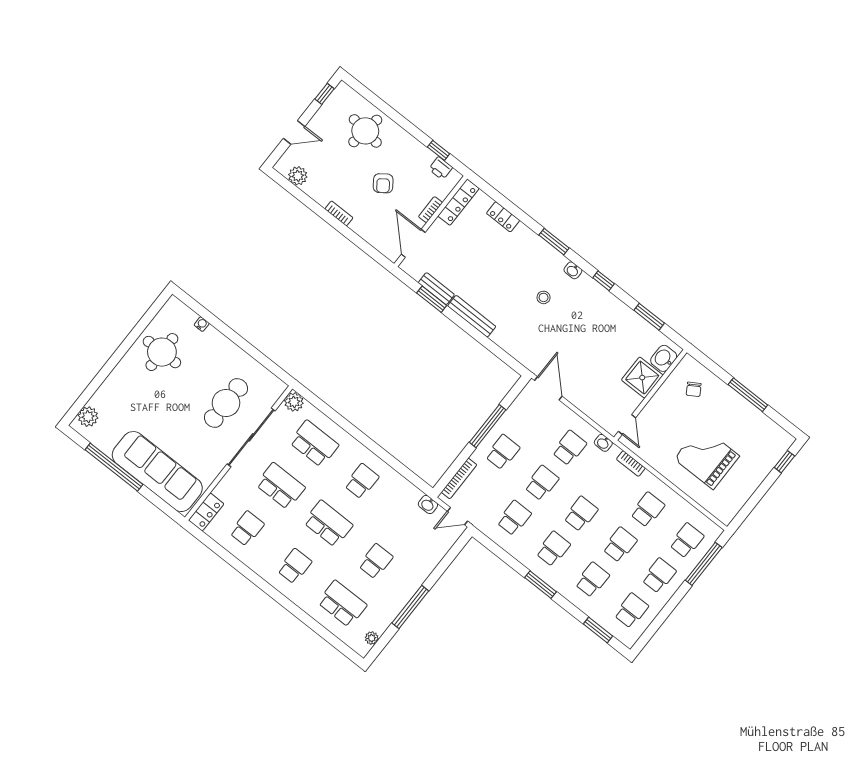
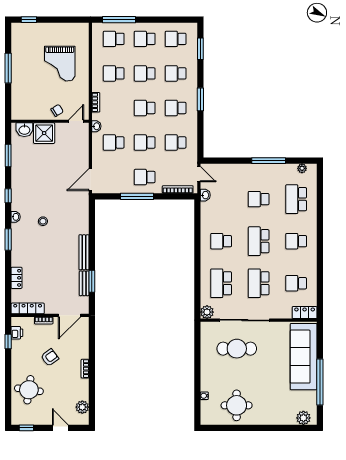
chair: (694, 389) -> (57, 110), moved

